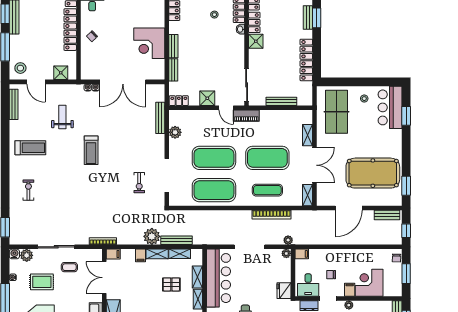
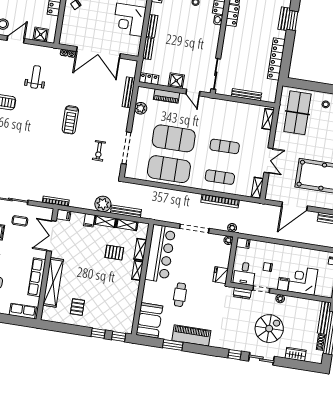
shower: (256, 41) -> (231, 34), removed
door: (36, 82) -> (16, 40), swing flipped
piano: (246, 116) -> (167, 96), moved
shelving: (308, 135) -> (268, 119), moved
treadmill: (91, 150) -> (70, 120), moved
exercise mat: (267, 158) -> (225, 146), width x0.50, depth x0.69
double door: (315, 165) -> (268, 160), width x0.73

